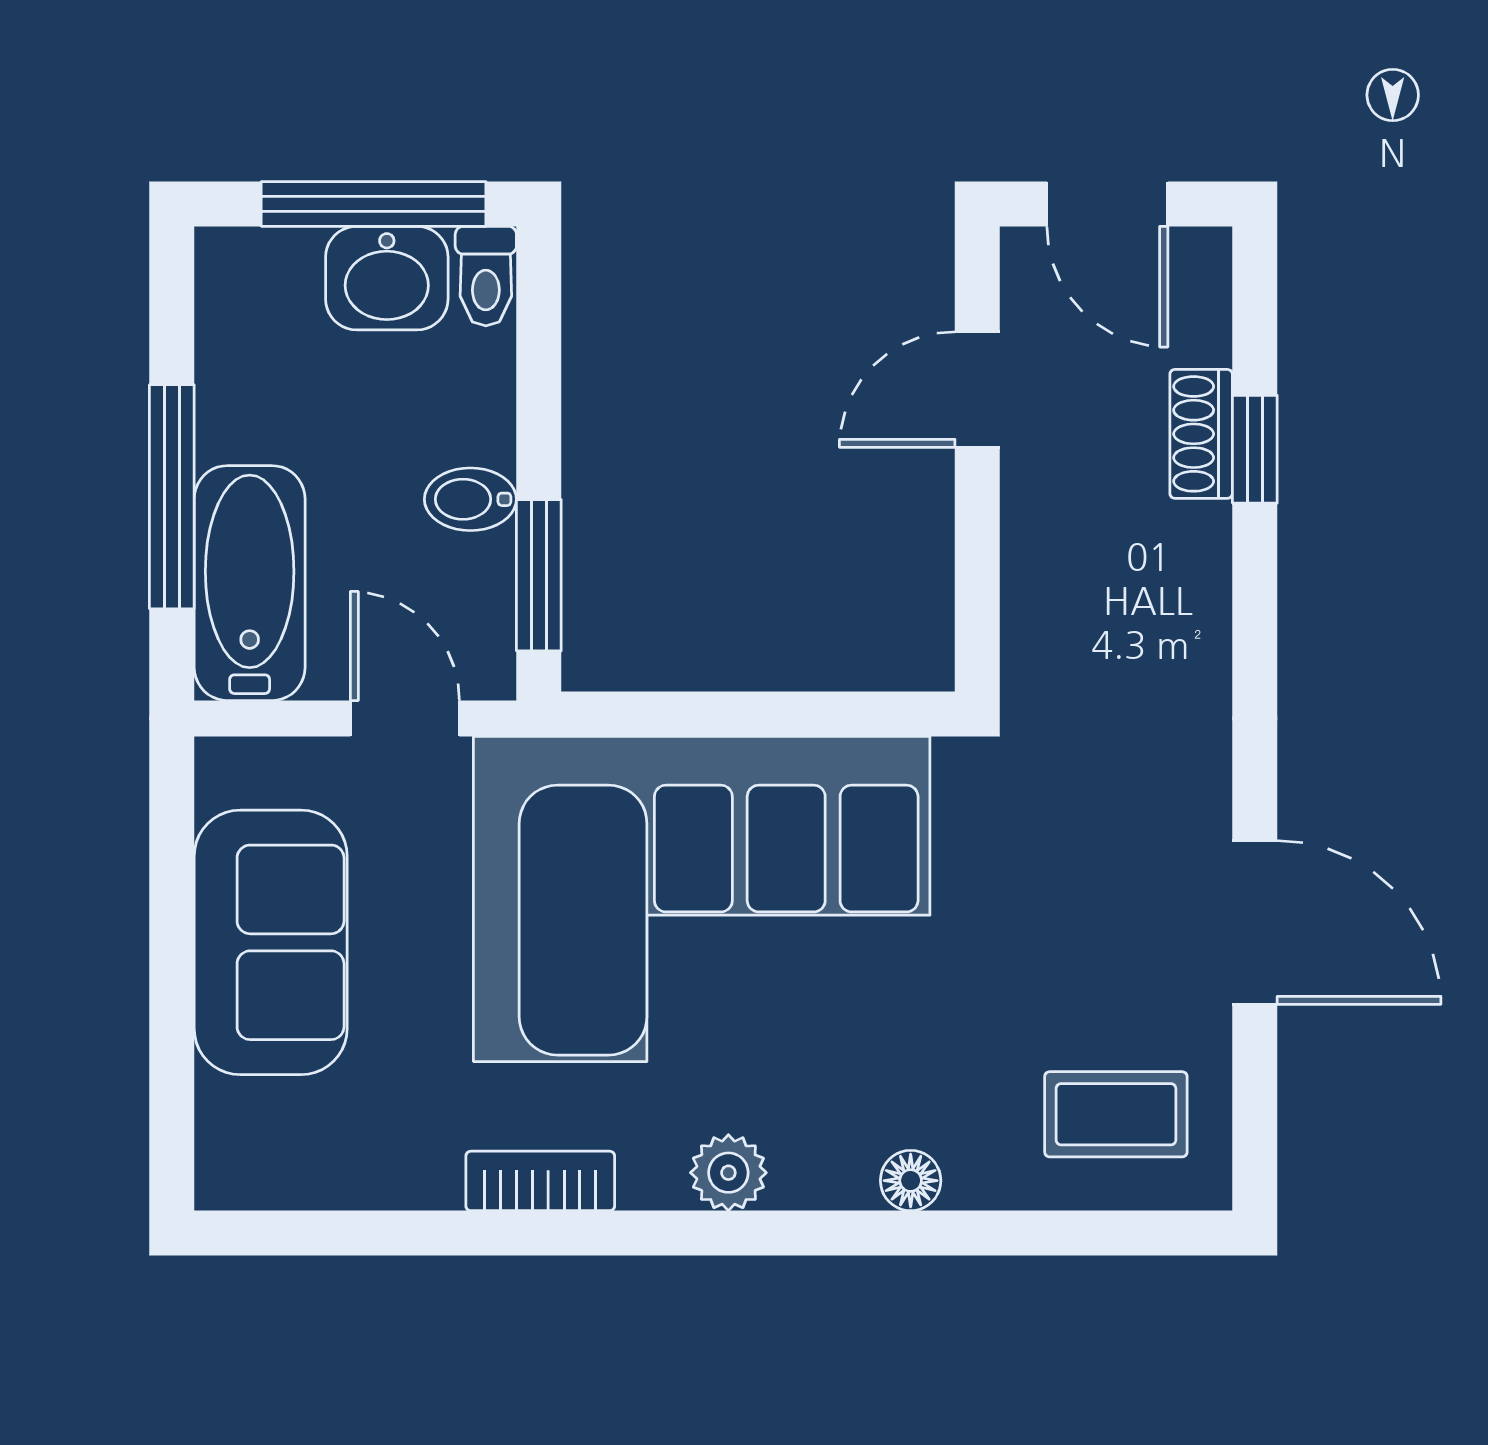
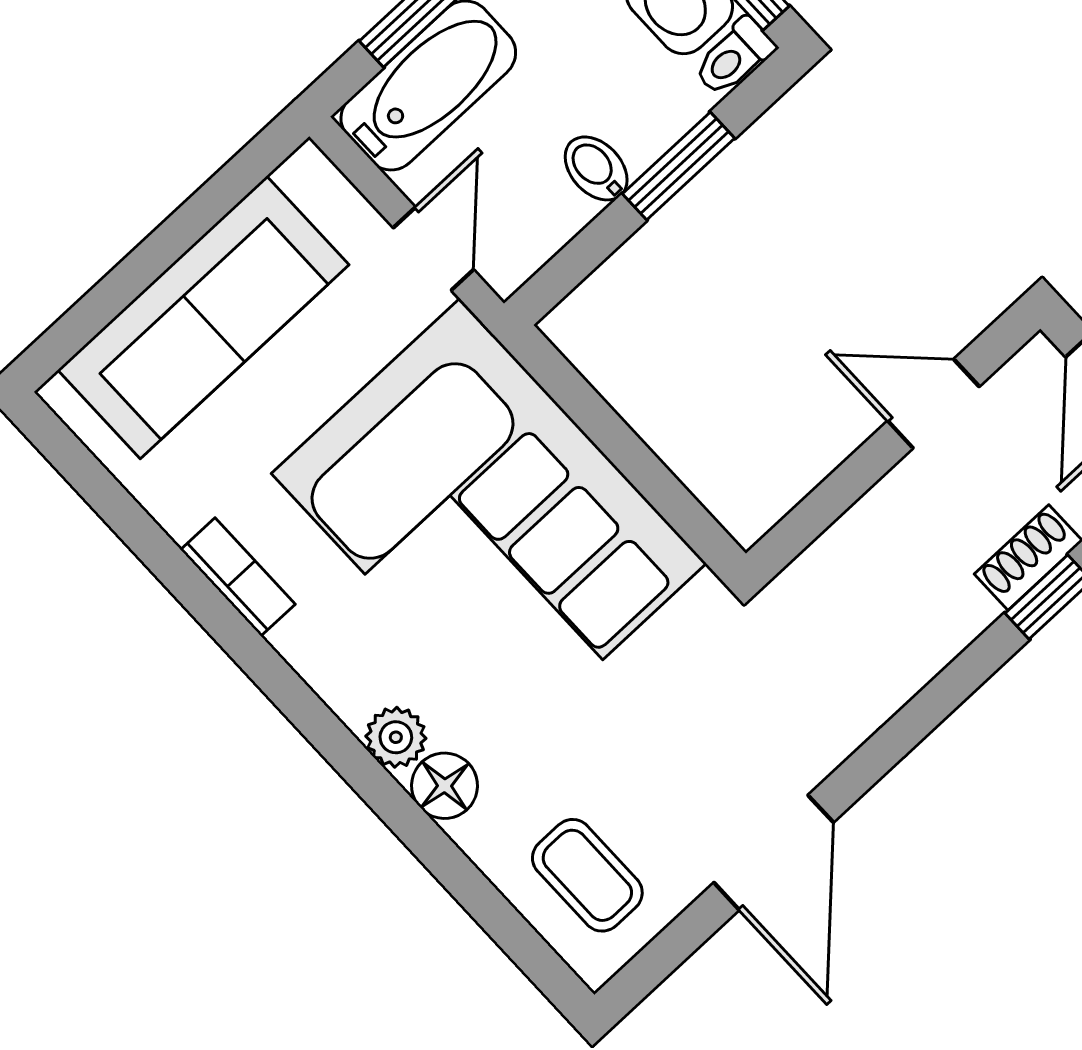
window: (539, 575) -> (678, 166), moved
sofa: (271, 942) -> (203, 317), width x1.36
plant: (728, 1173) -> (396, 737), moved
floor lamp: (911, 1181) -> (445, 786), width x1.37, depth x1.37

